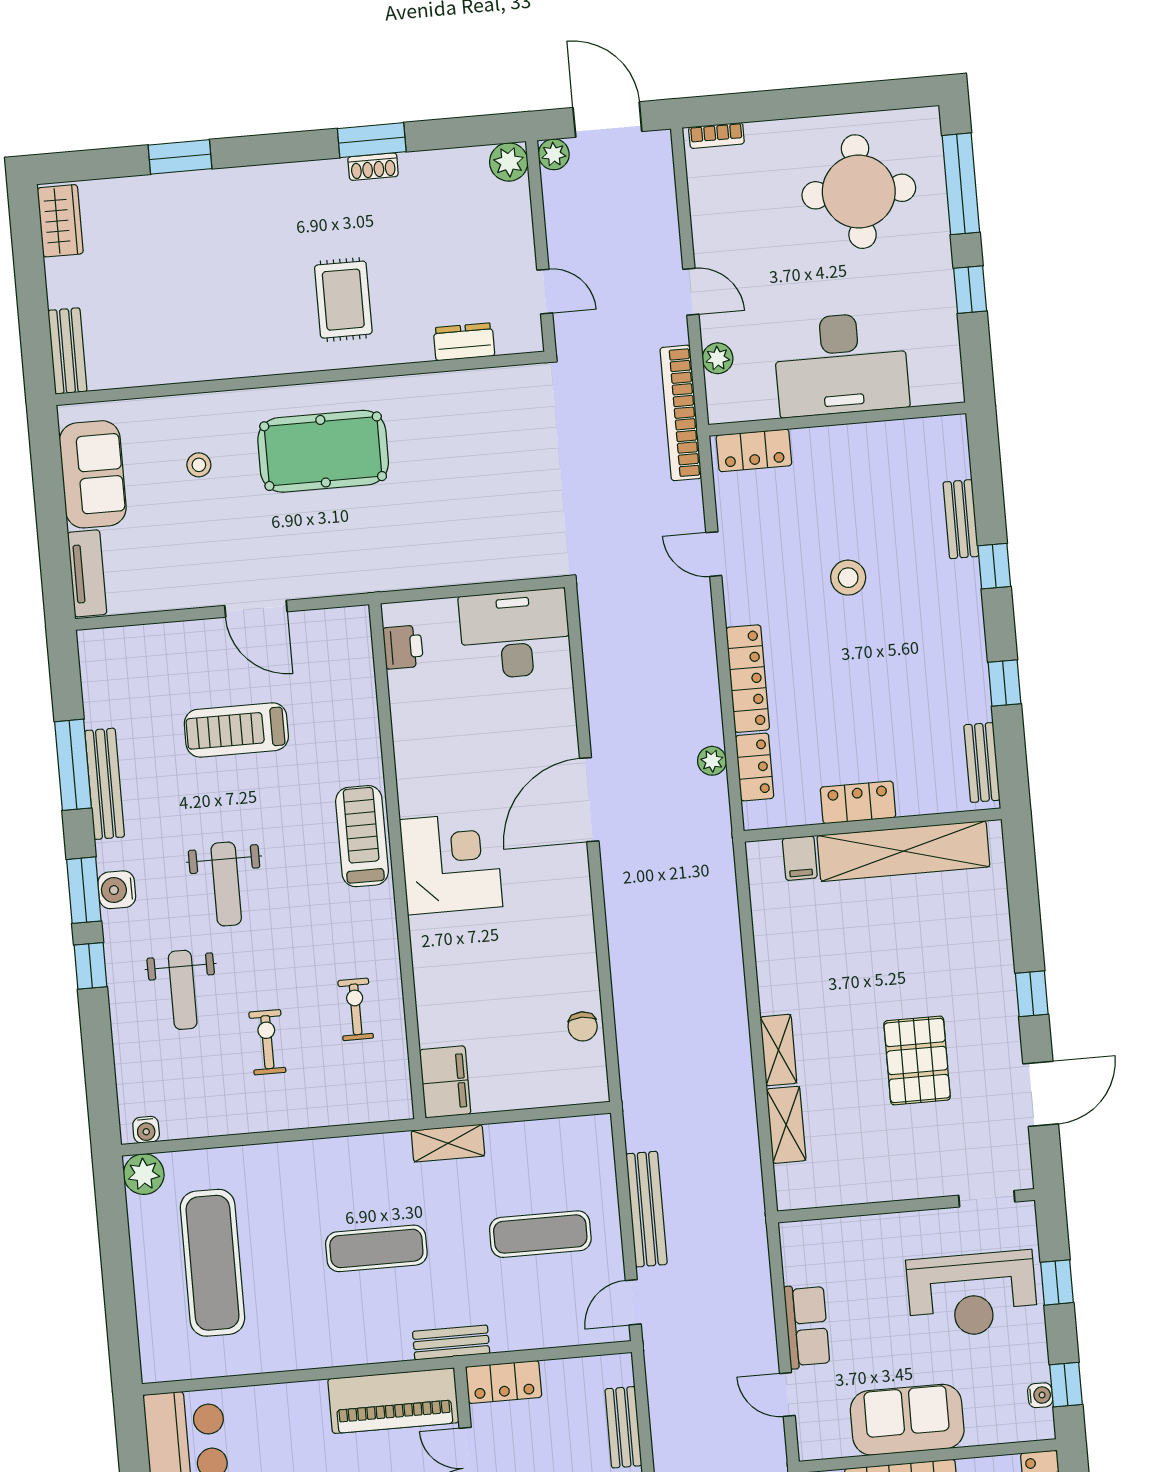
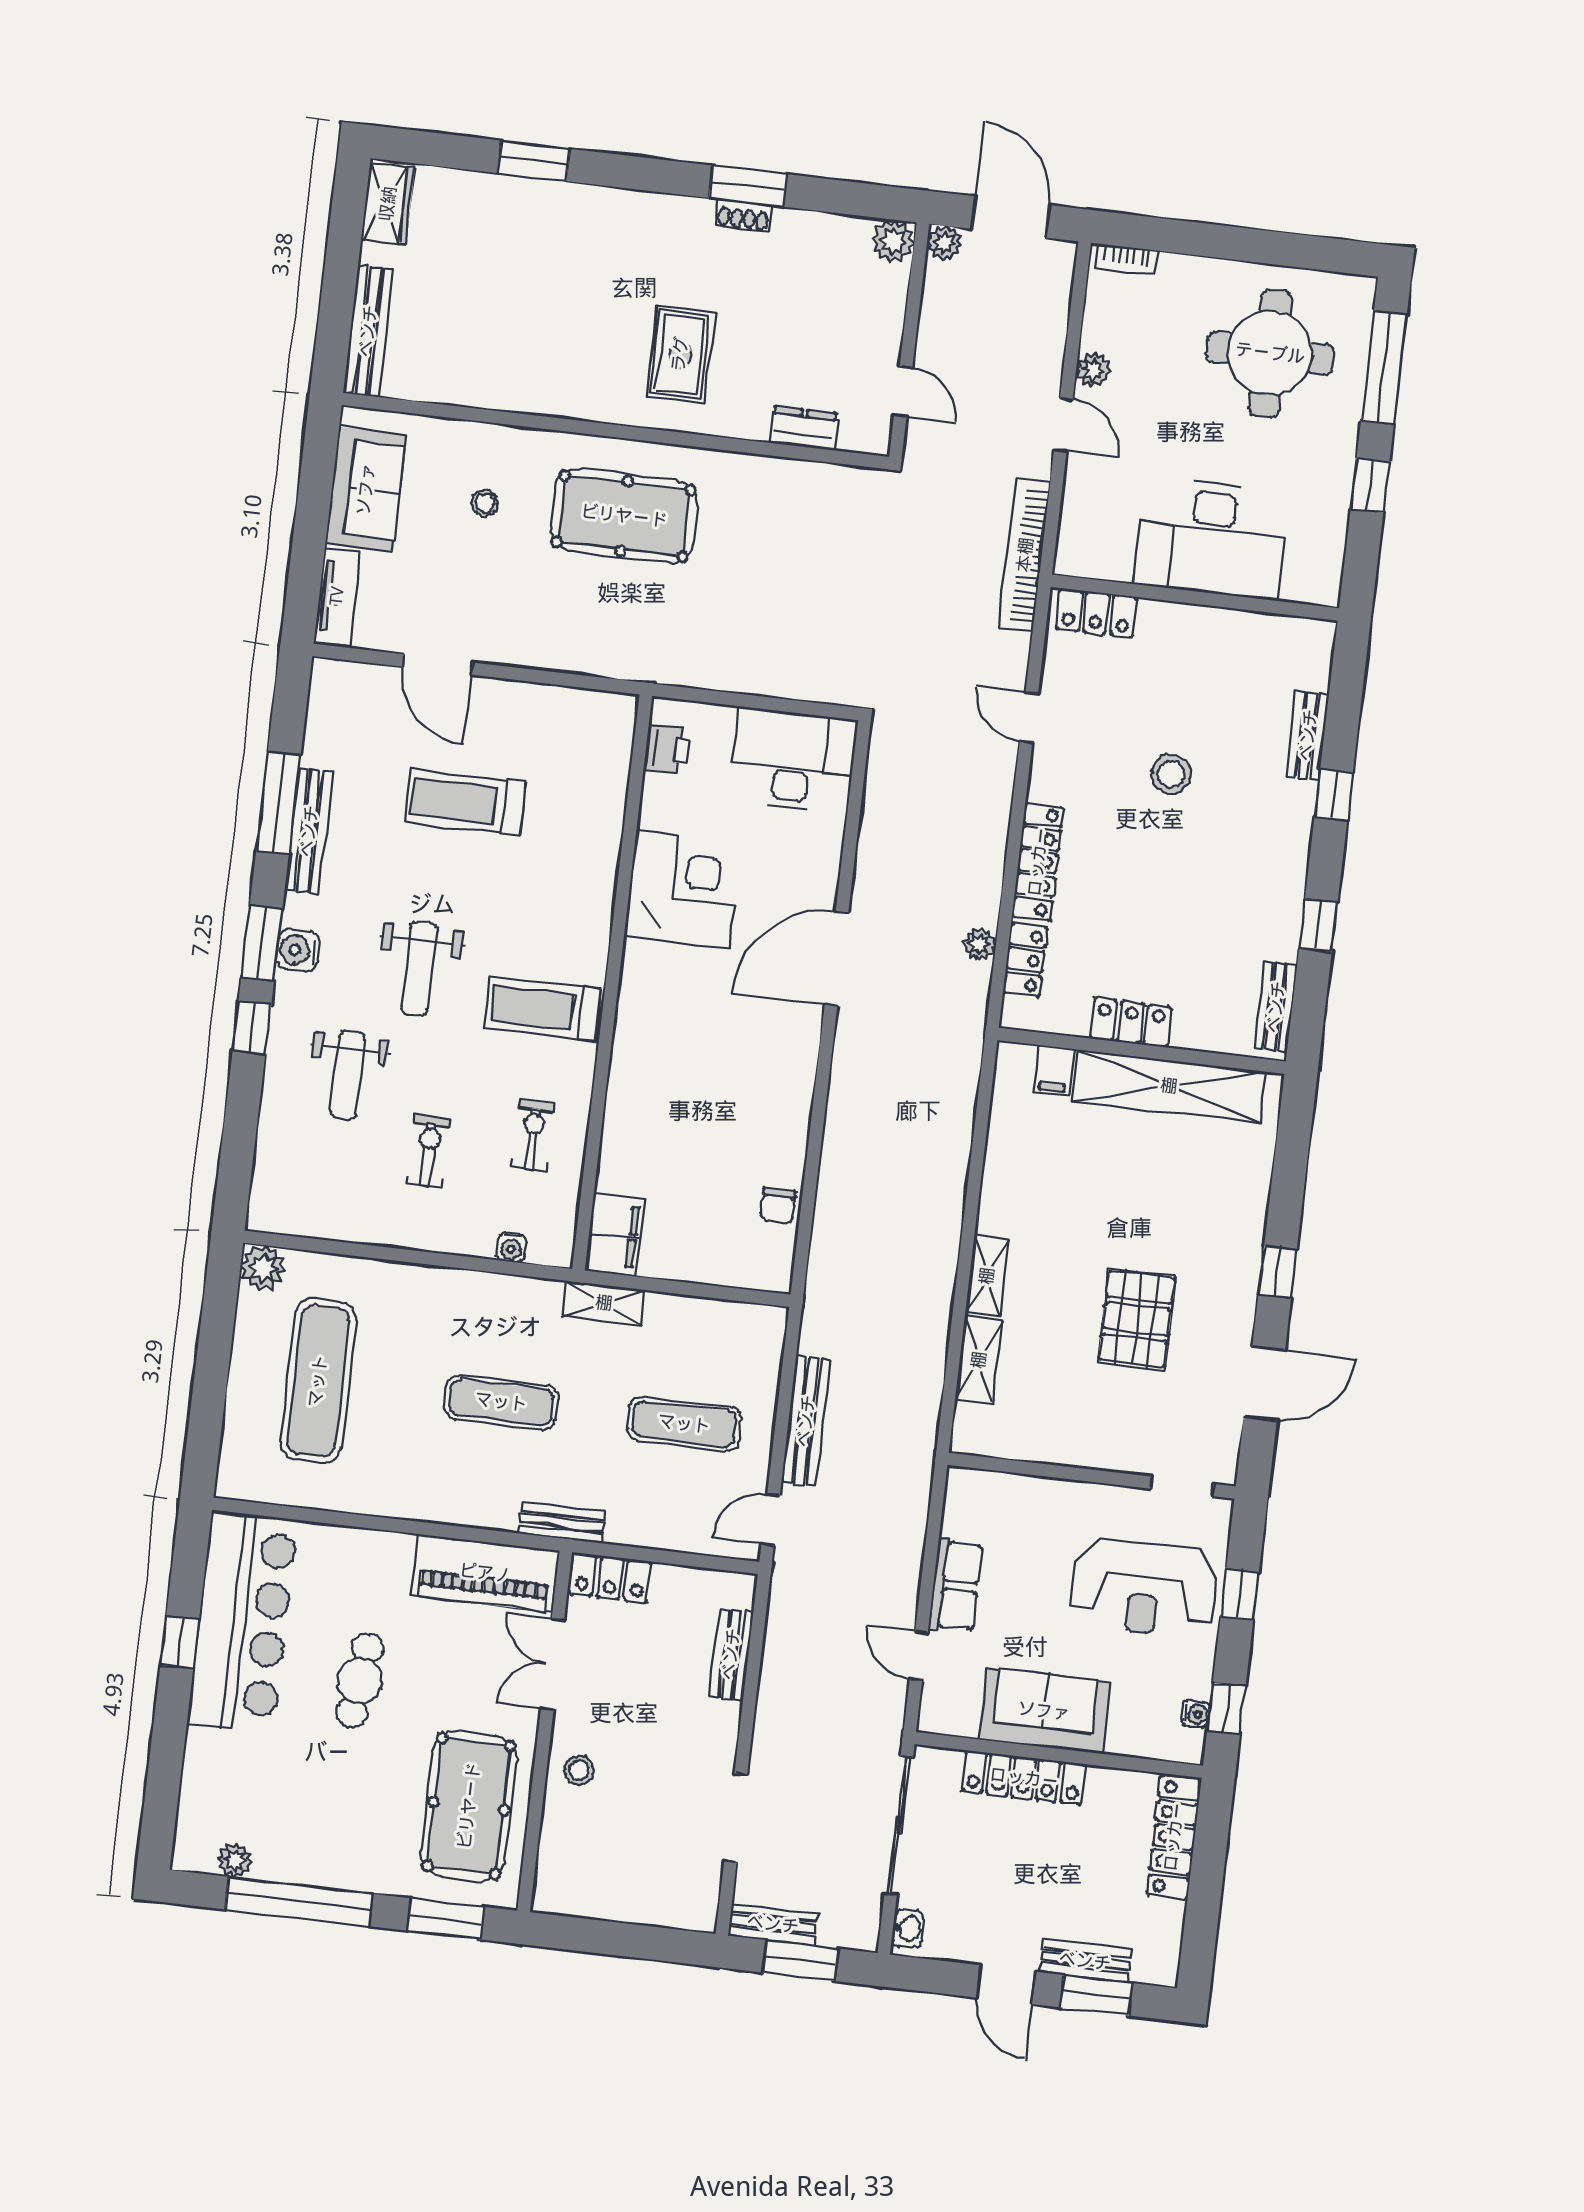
bench: (67, 351) -> (368, 331), width x1.36
plant: (718, 358) -> (1093, 370), moved
door: (256, 609) -> (438, 665), moved
treadmill: (362, 836) -> (543, 1009), moved, turned -90
corner desk: (451, 863) -> (683, 889), moved
water cooler: (146, 1130) -> (511, 1247), moved

